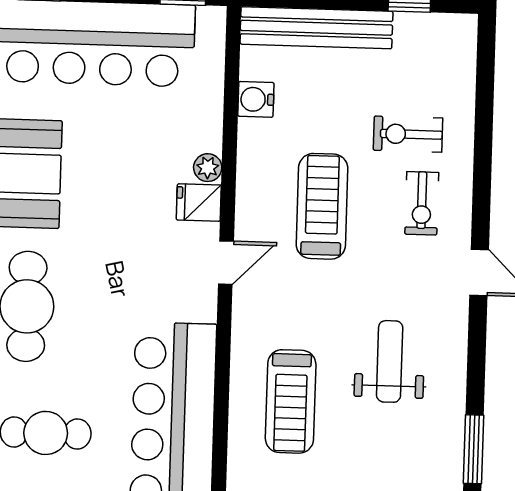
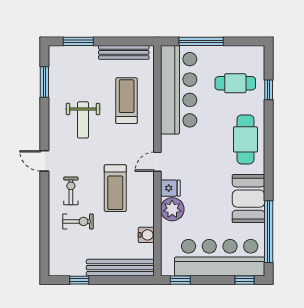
plant: (208, 168) -> (172, 209), width x1.88, depth x1.88

